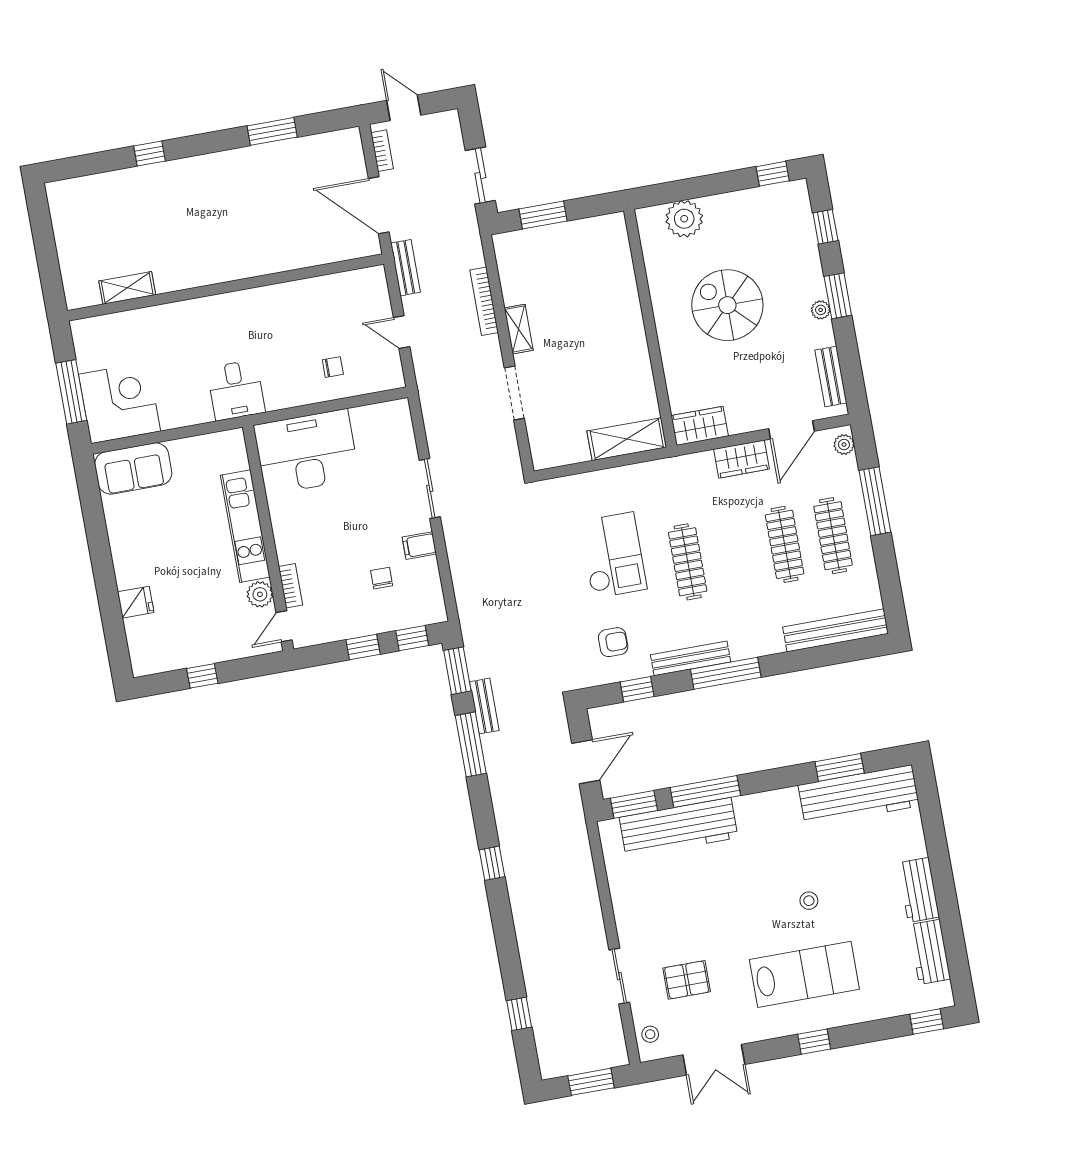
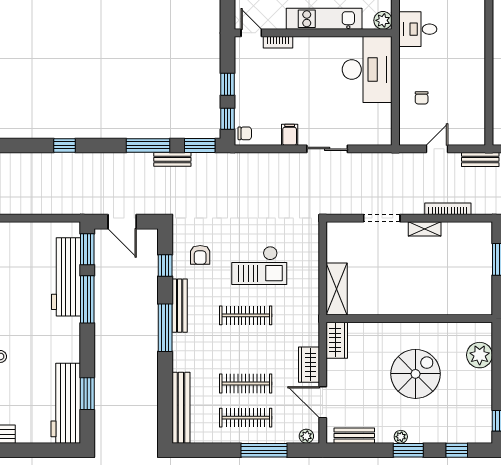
chair: (382, 578) -> (245, 133), moved
plant: (260, 594) -> (383, 20), moved

